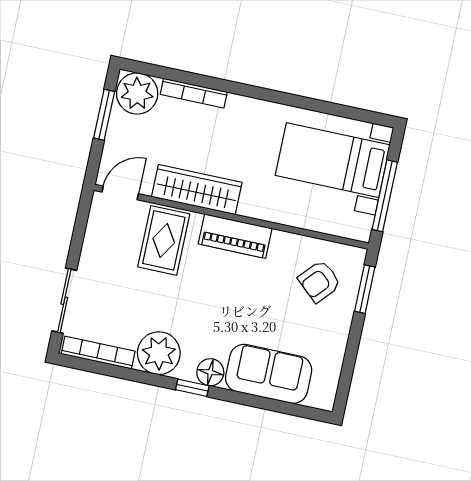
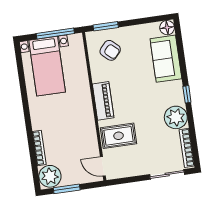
wardrobe: (197, 190) -> (87, 129), removed
floor lamp: (210, 372) -> (167, 28), moved

